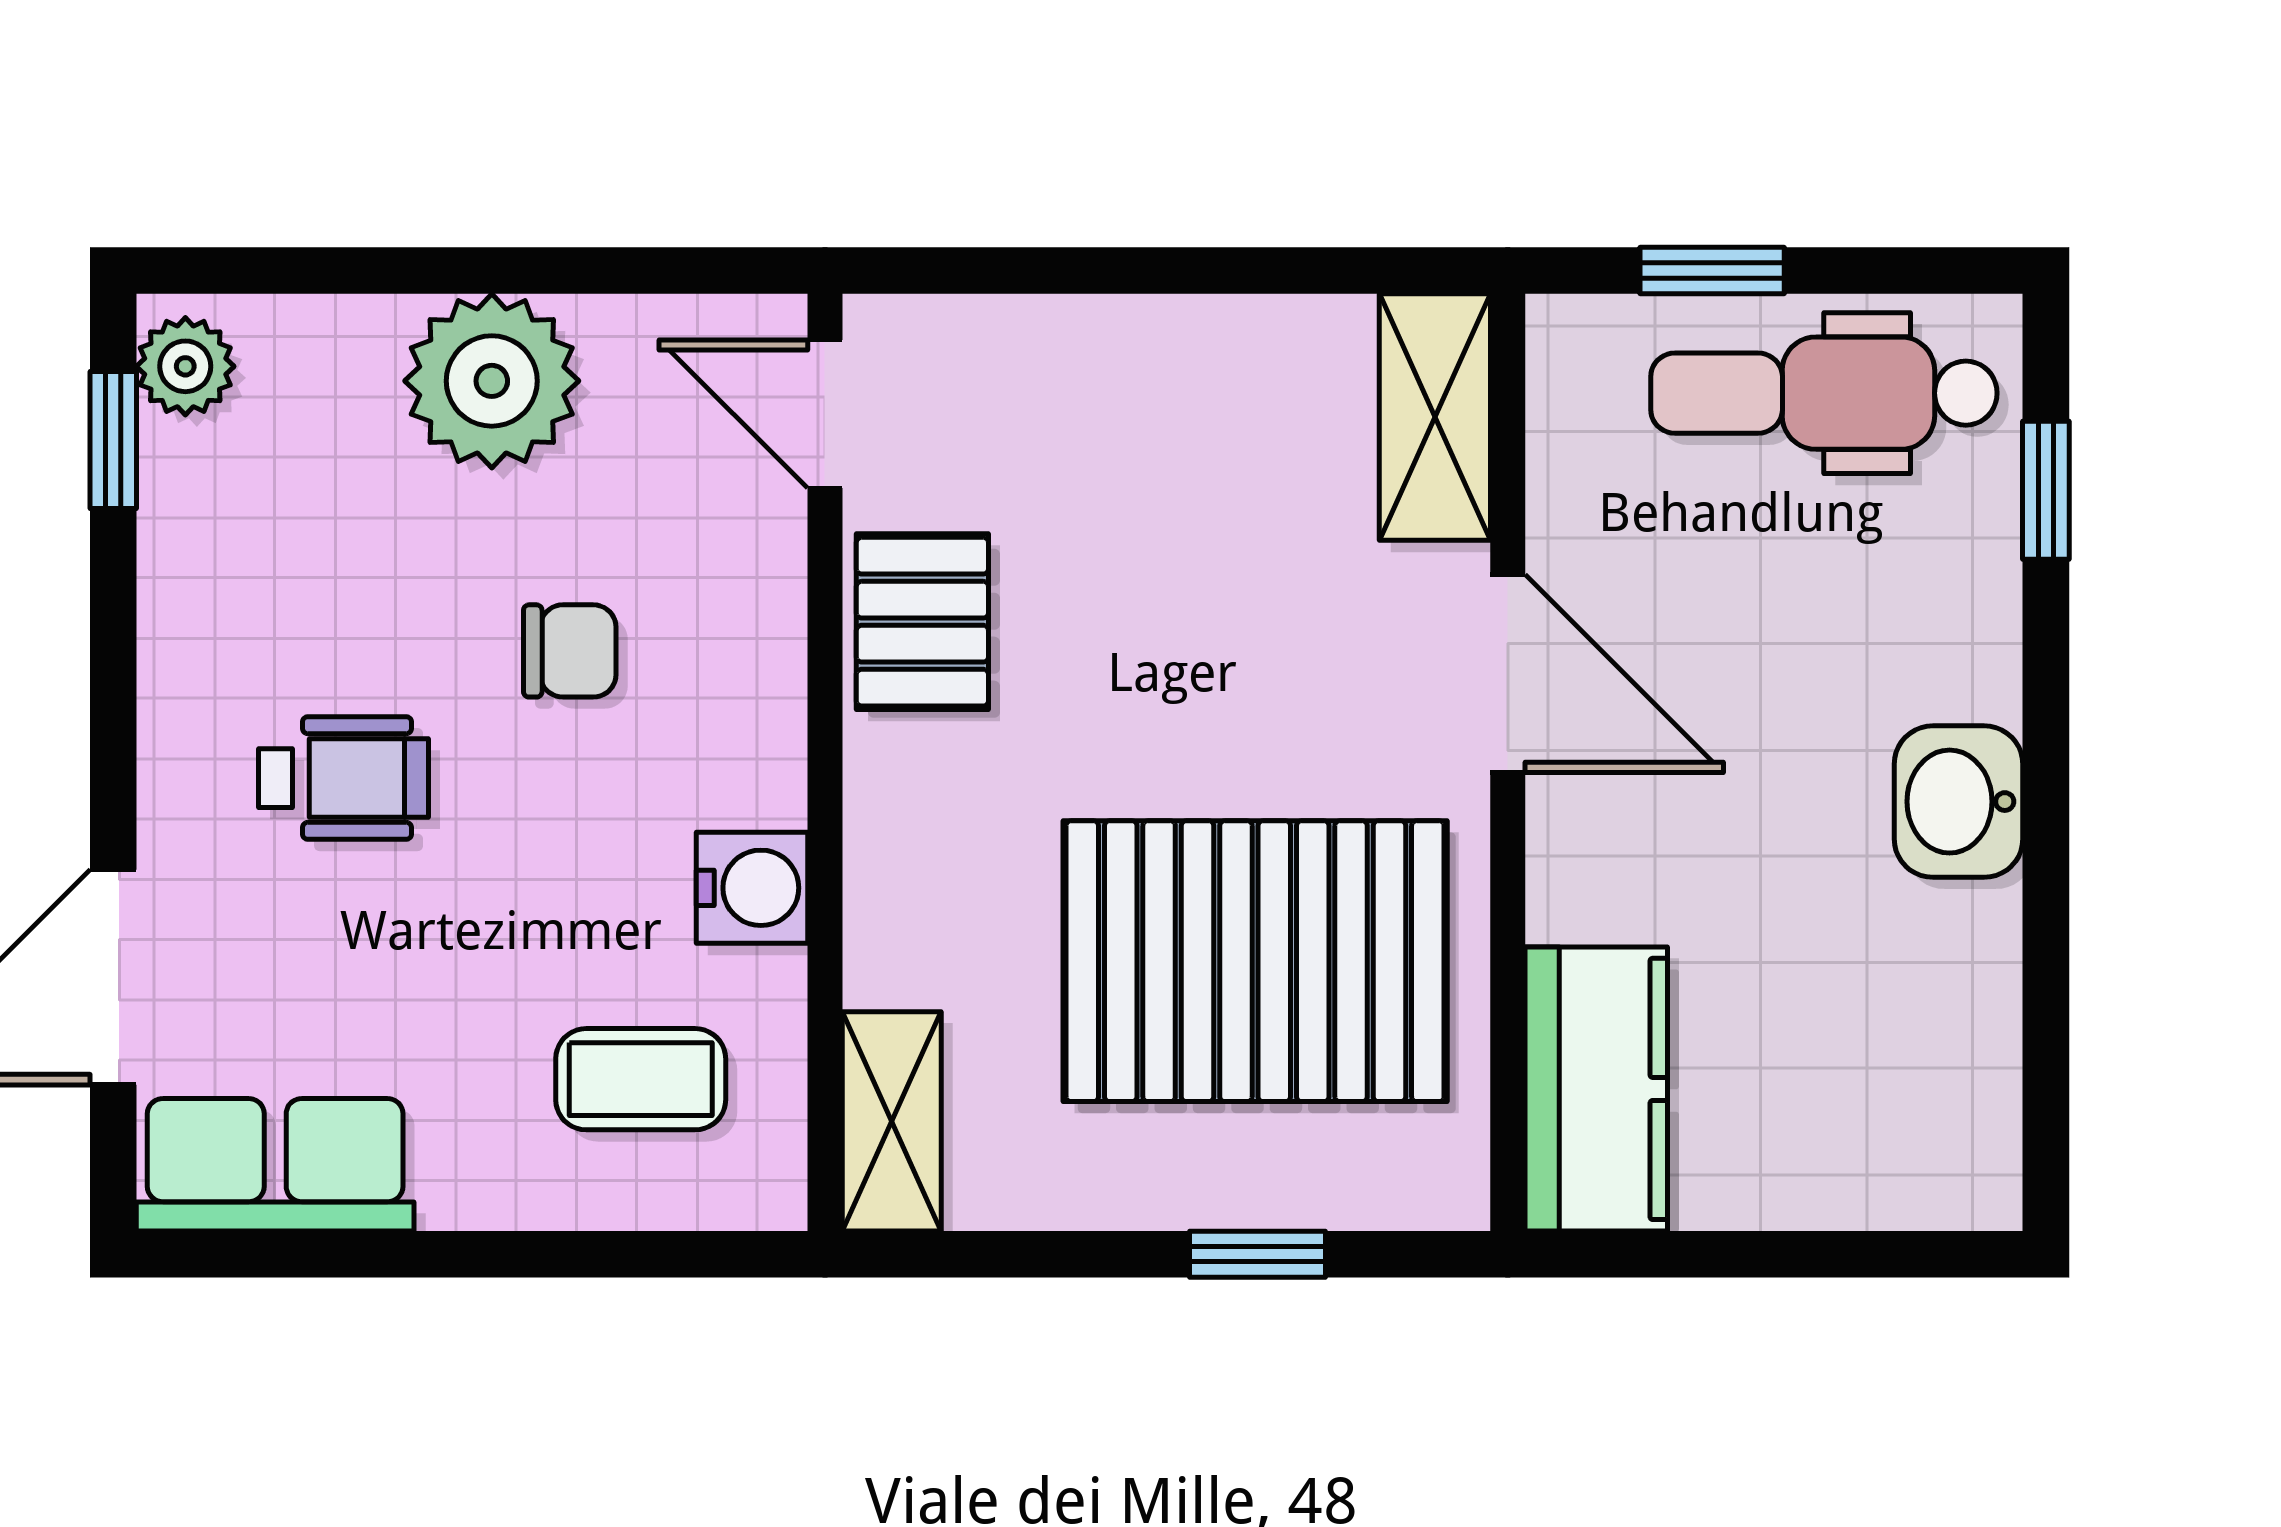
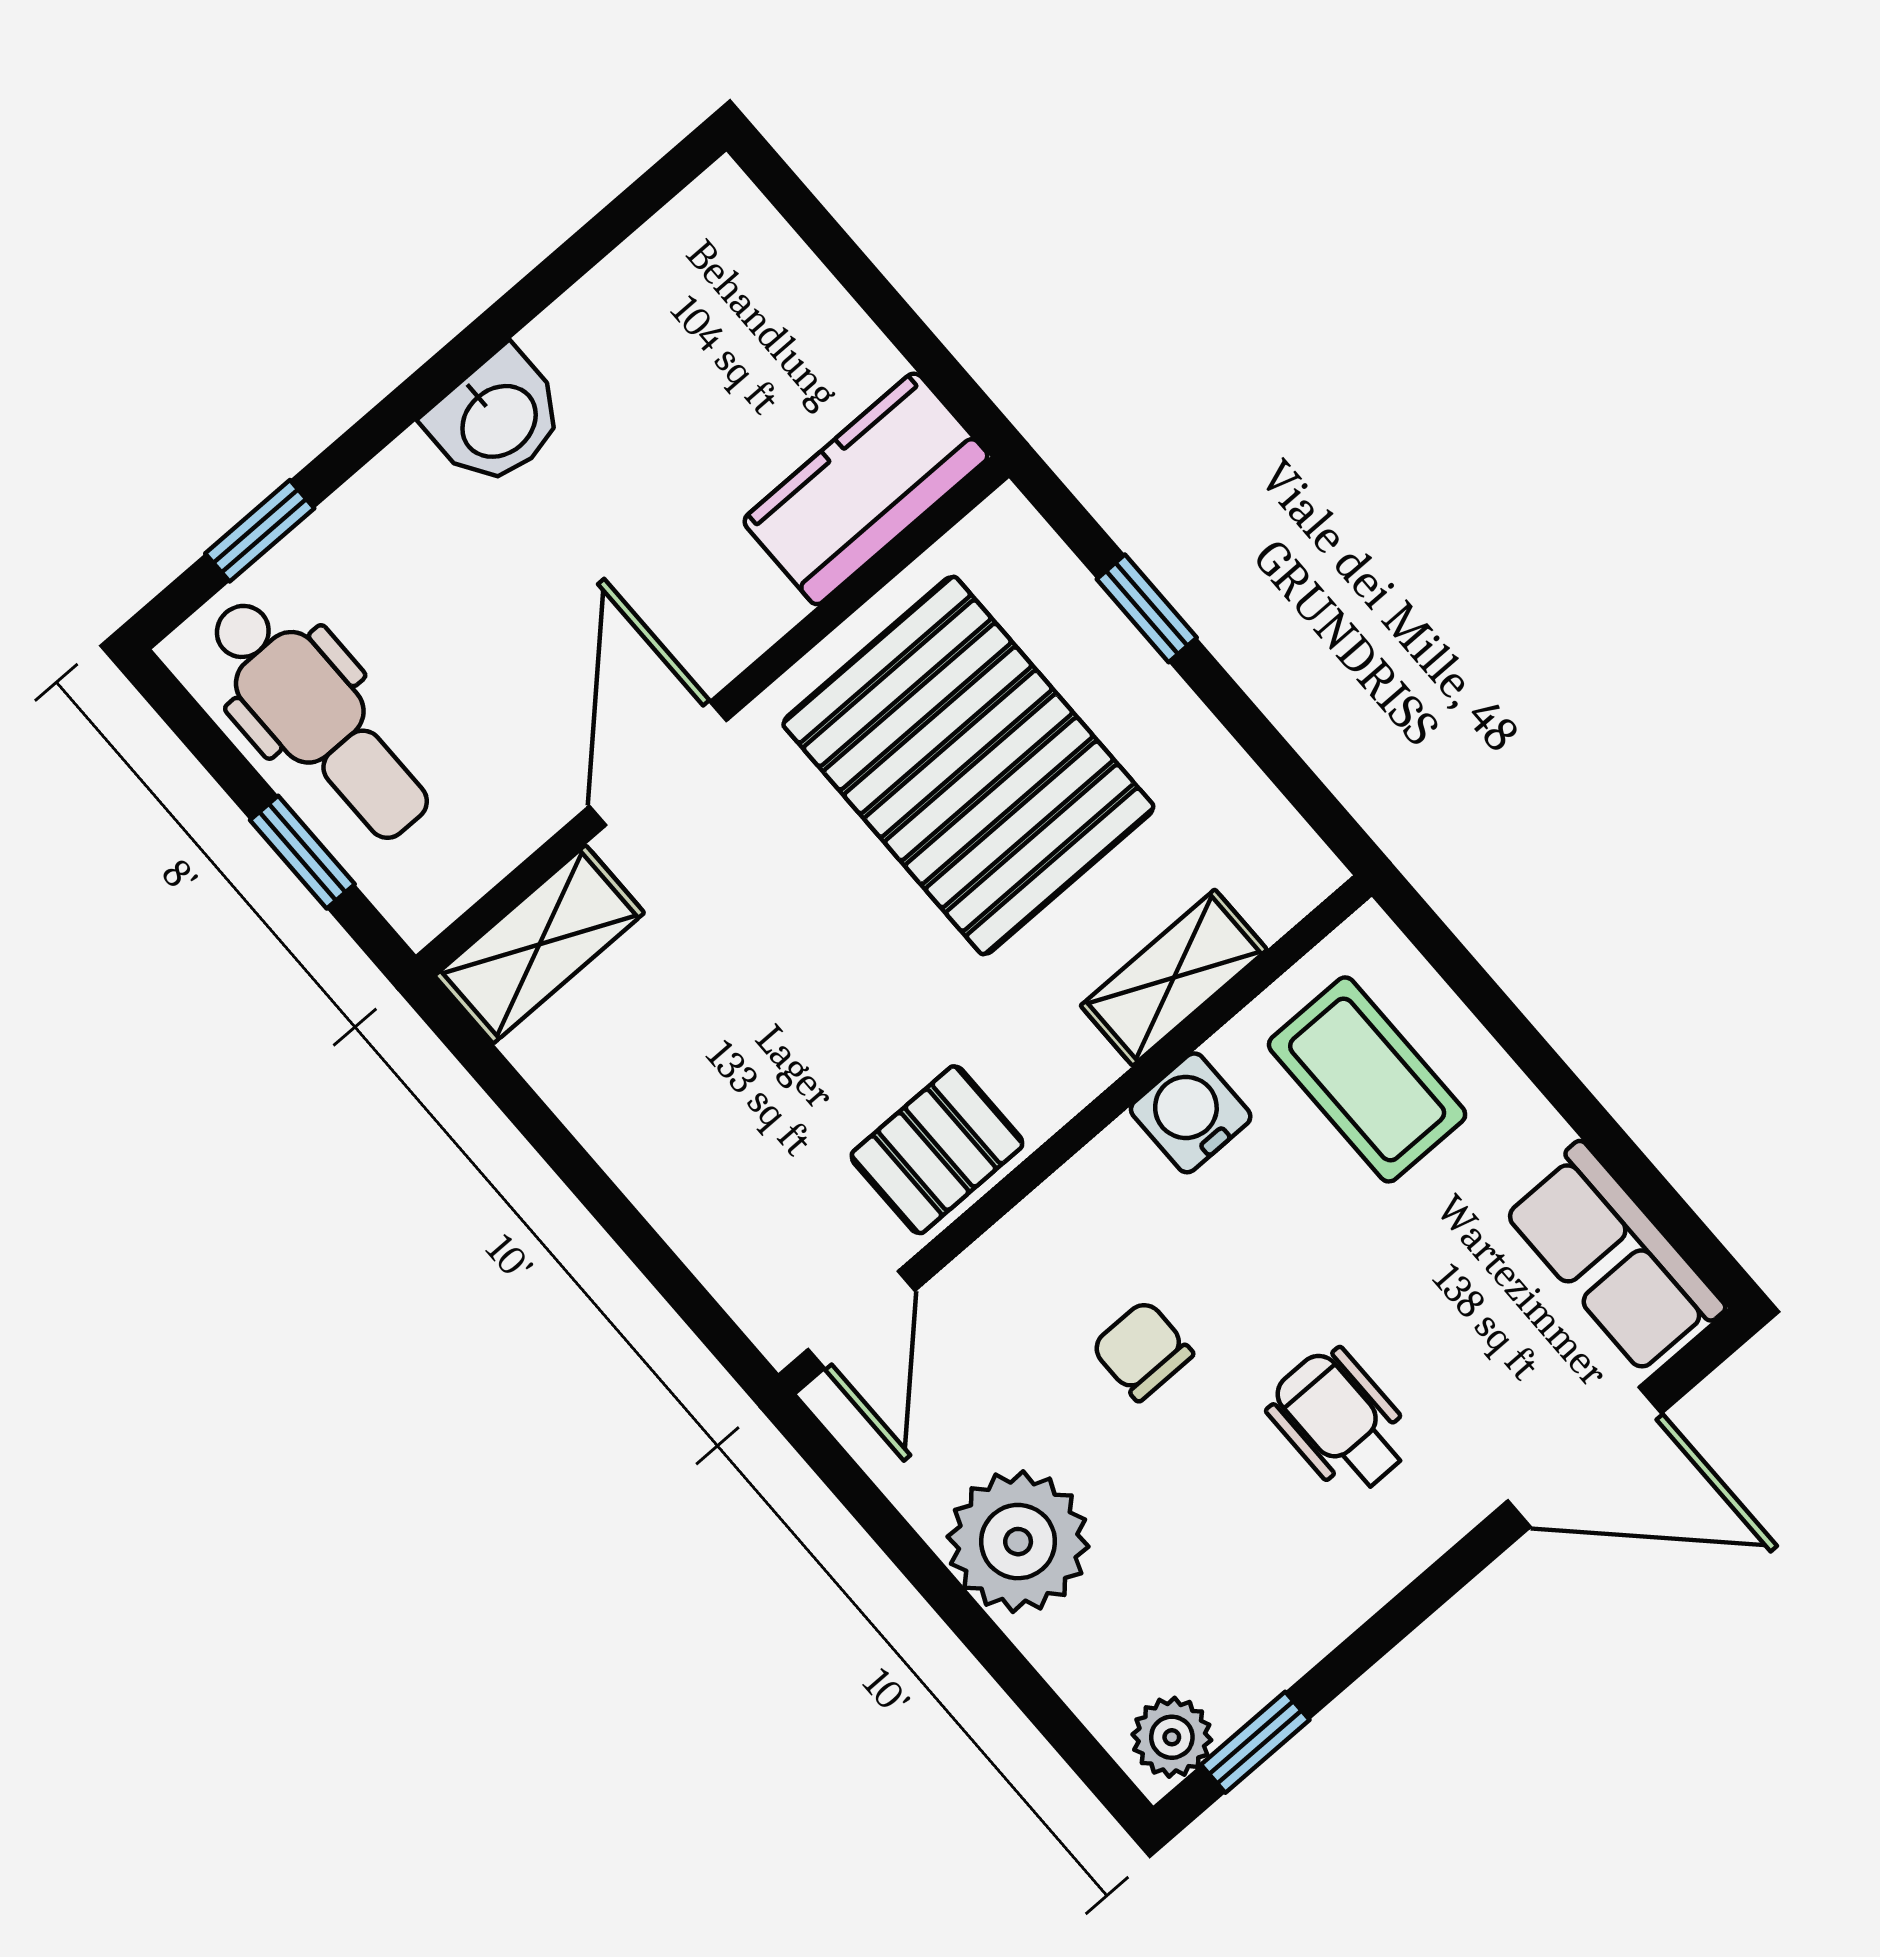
coffee table: (641, 1079) -> (1367, 1079), width x1.36, depth x1.30
shelving: (892, 1121) -> (1174, 978), moved

